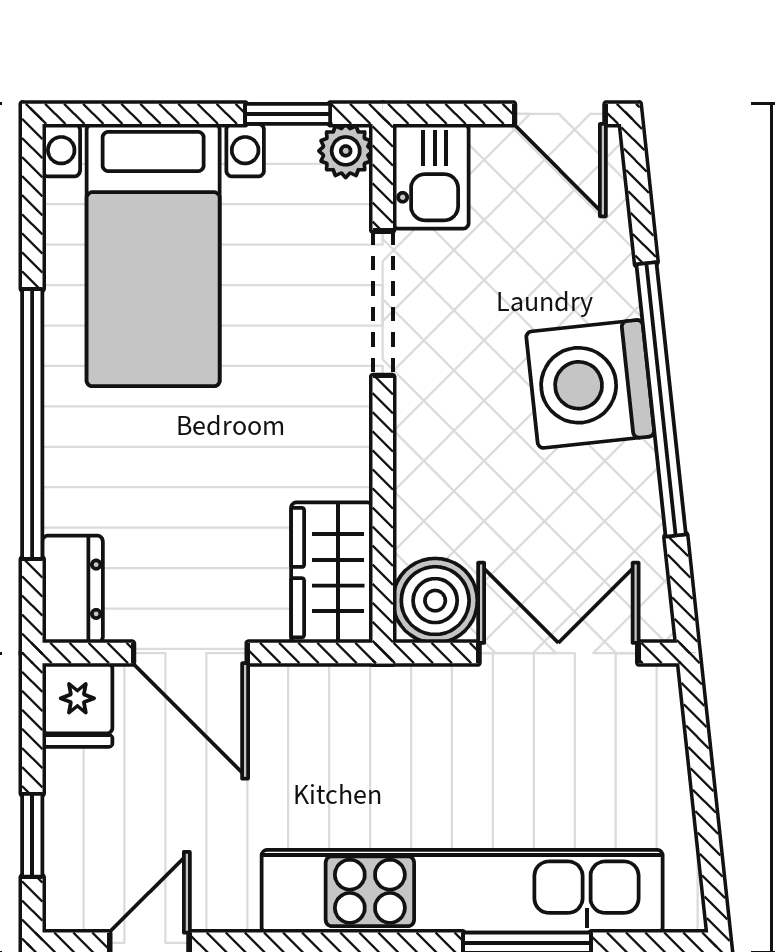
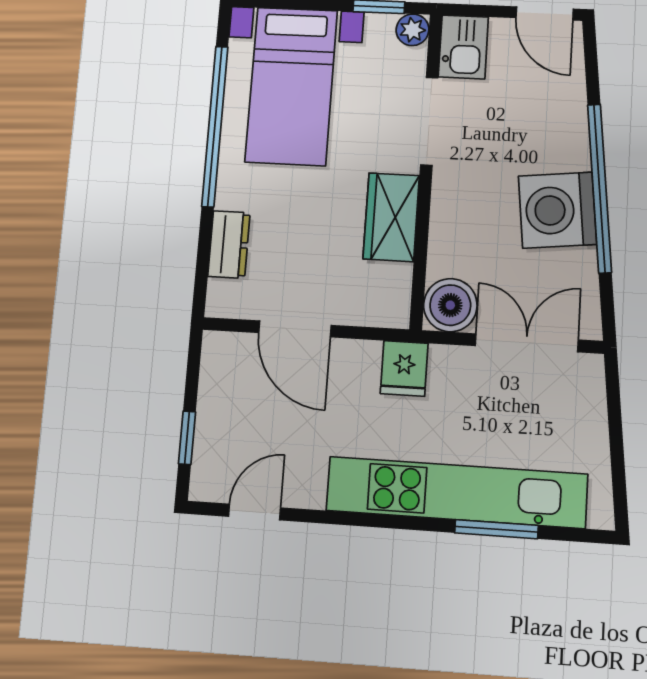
washing machine: (590, 384) -> (557, 210), moved
window: (32, 424) -> (215, 126), moved
wardrobe: (332, 573) -> (391, 217), moved
dresser: (73, 589) -> (229, 244), moved
fridge: (77, 705) -> (404, 368), moved

